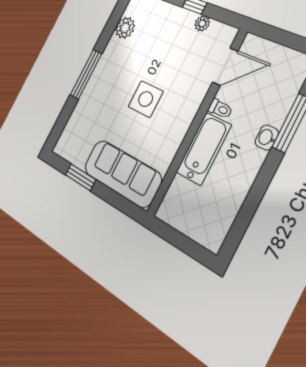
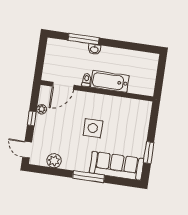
door: (225, 67) -> (63, 86), swing flipped
sofa: (122, 173) -> (117, 166), moved, turned 90

